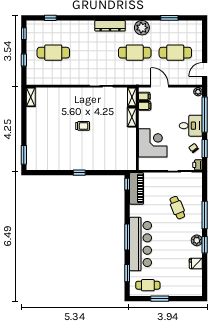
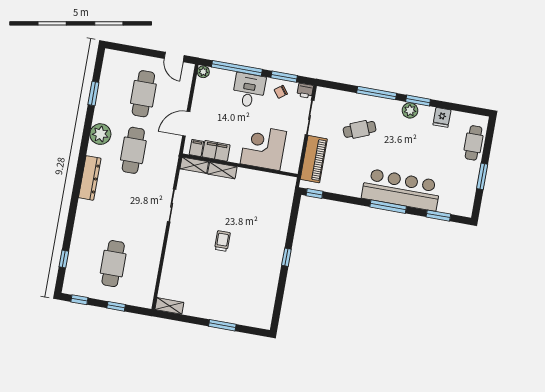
filing cabinet: (145, 106) -> (216, 151), width x2.00
window: (24, 155) -> (222, 325), moved
piano: (136, 188) -> (314, 159), moved, turned 90
cafe table: (148, 285) -> (474, 143), moved

